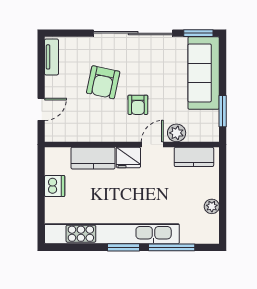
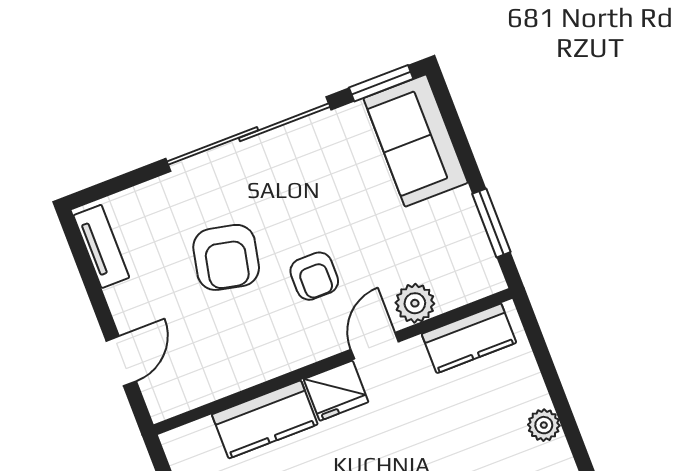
sofa: (204, 73) -> (416, 141), width x0.73

